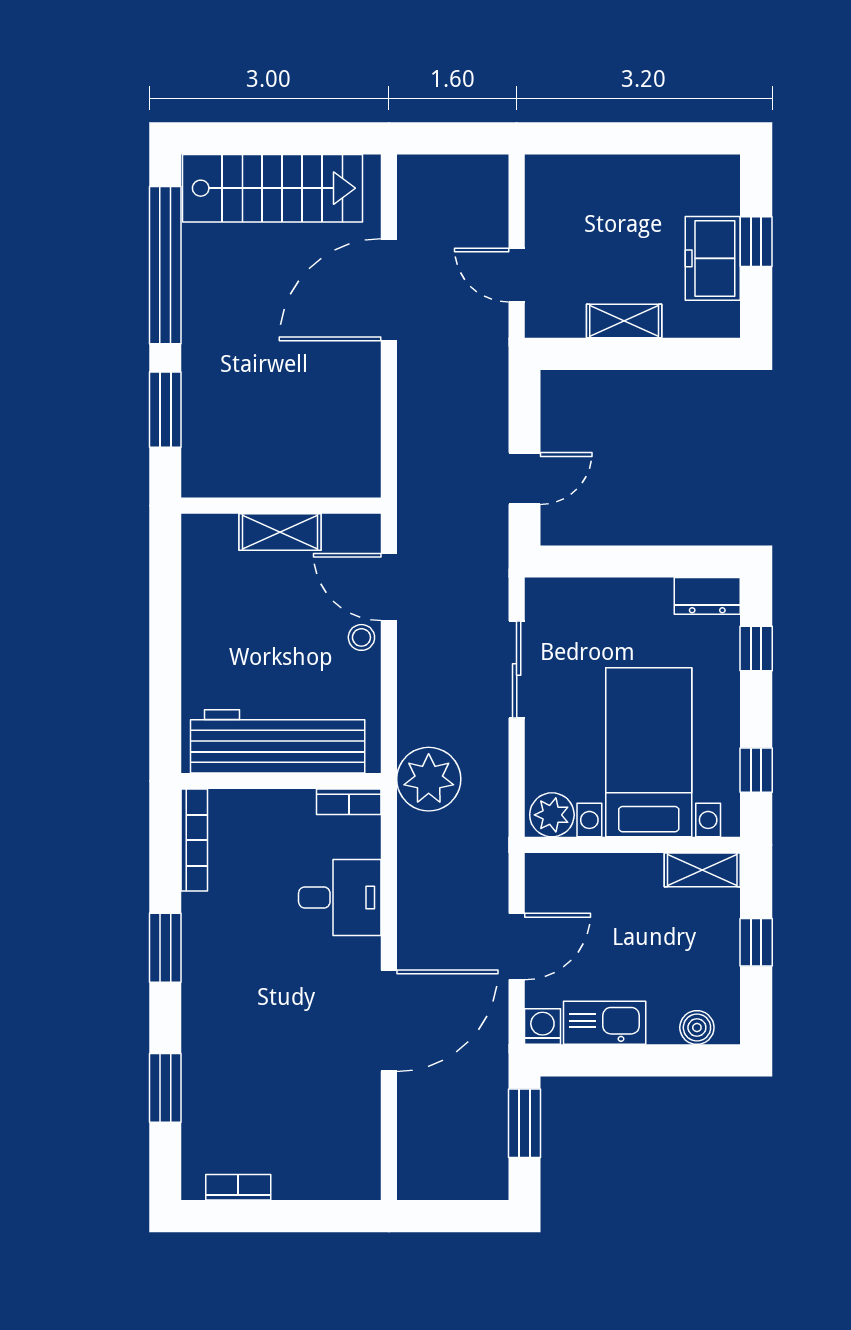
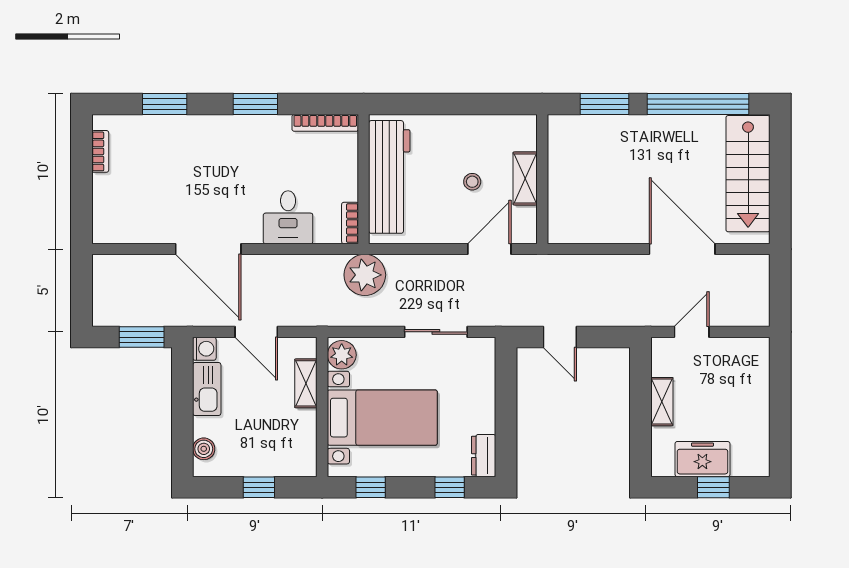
stool: (361, 637) -> (472, 182), moved
shelving: (702, 870) -> (306, 383), moved

